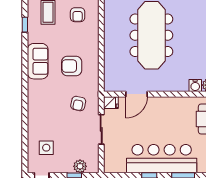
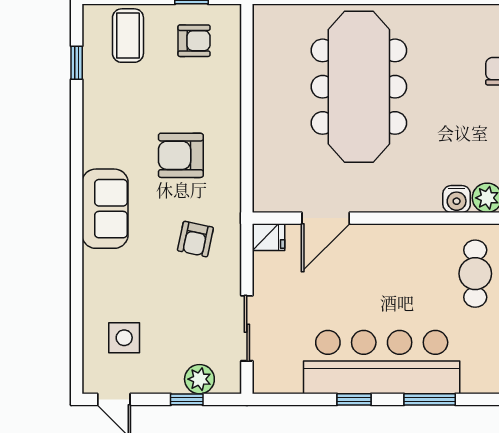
armchair: (78, 15) -> (194, 41), turned -90
sofa: (38, 61) -> (105, 209), moved
sliding door: (101, 129) -> (247, 328), moved

